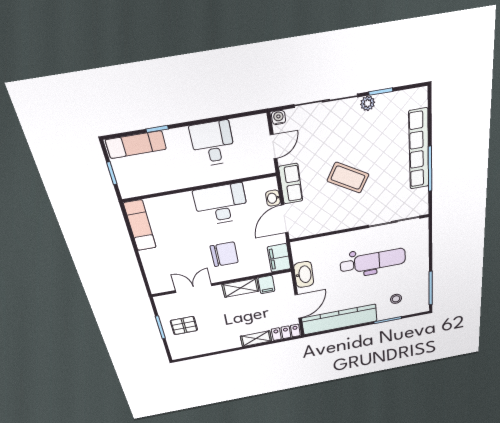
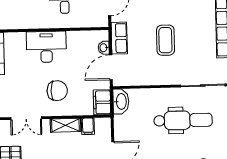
coffee table: (348, 178) -> (165, 40), turned 60
desk: (221, 204) -> (46, 47), moved
washbasin: (304, 274) -> (121, 101), moved
double door: (194, 288) -> (26, 118), swing flipped

